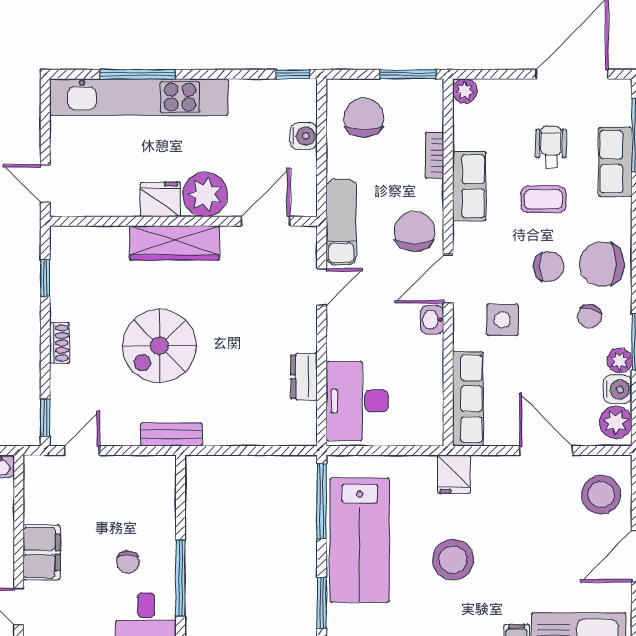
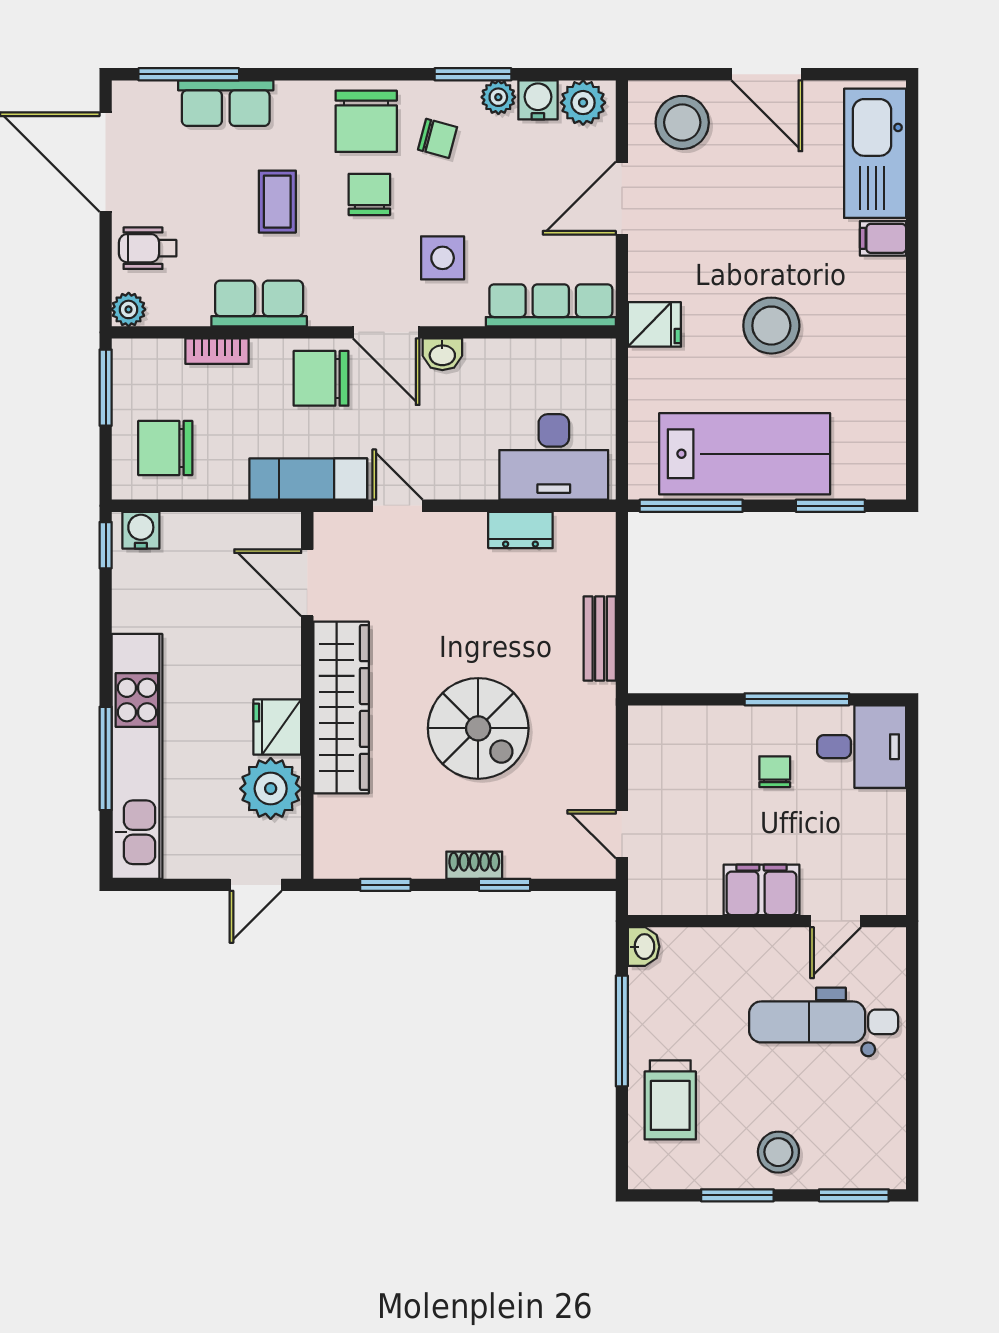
water cooler: (304, 136) -> (141, 530), moved
wheelchair: (551, 147) -> (148, 248), moved
plant: (205, 195) -> (271, 789), moved
wardrobe: (175, 243) -> (341, 707), width x1.40, depth x1.17
window: (45, 418) -> (505, 885), moved
bench: (171, 434) -> (600, 638), moved
chair: (128, 562) -> (775, 772), turned -90

